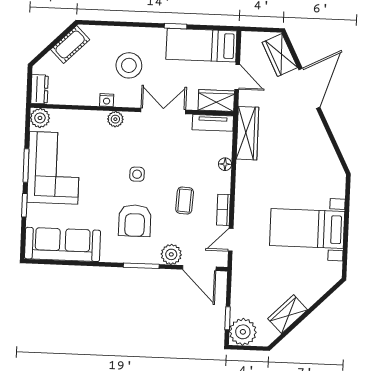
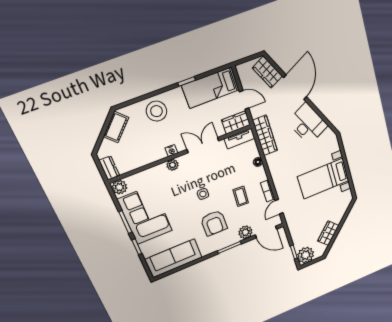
stool: (129, 65) -> (156, 111), moved
nightstand: (107, 100) -> (171, 151), moved
desk: (310, 143) -> (308, 124), added

